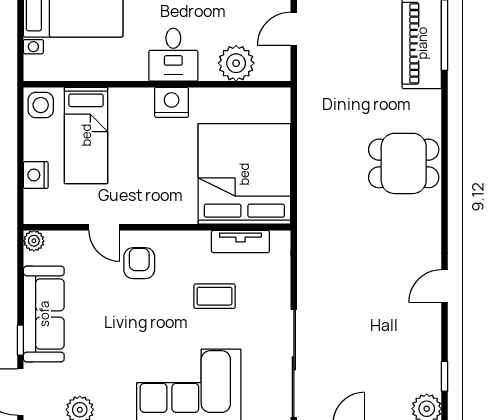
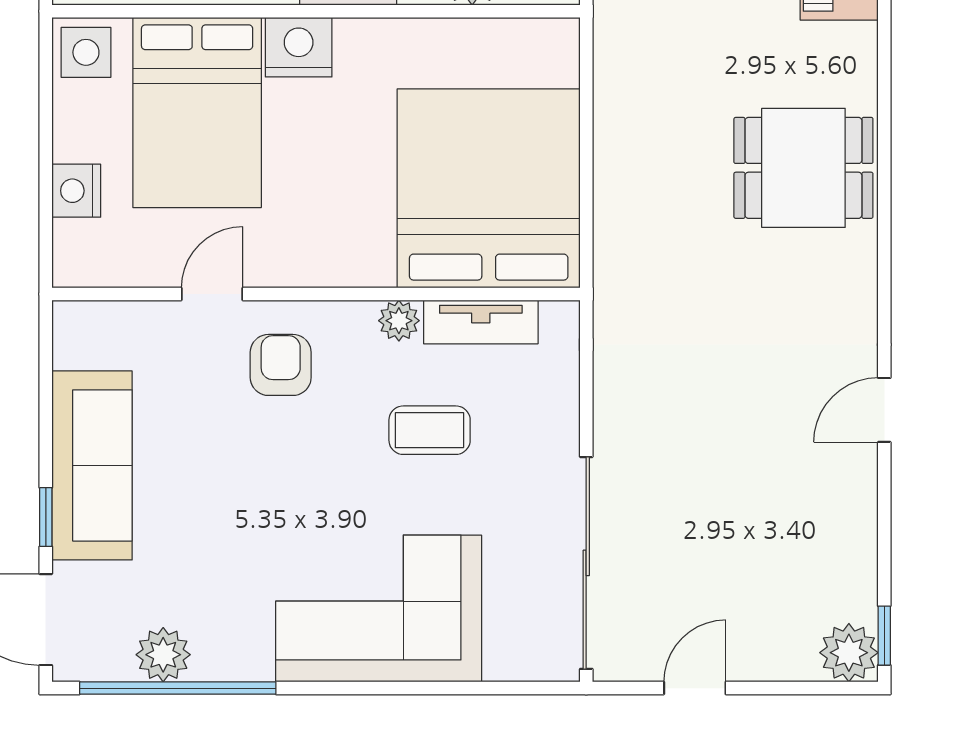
nightstand: (172, 102) -> (299, 47), moved
bed: (86, 135) -> (197, 112), width x1.50
door: (104, 227) -> (212, 294), swing flipped
plant: (34, 241) -> (399, 321), moved
window: (445, 376) -> (884, 636), moved

